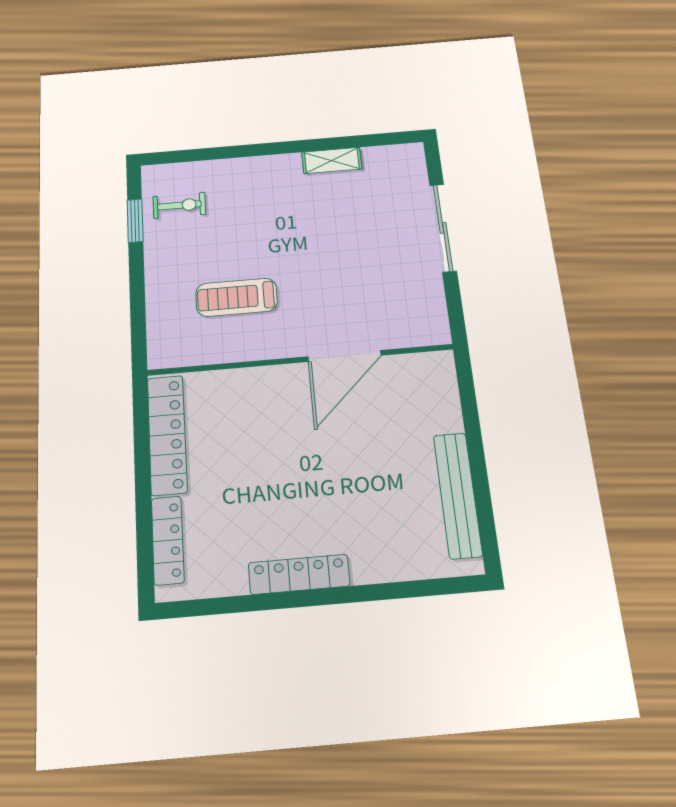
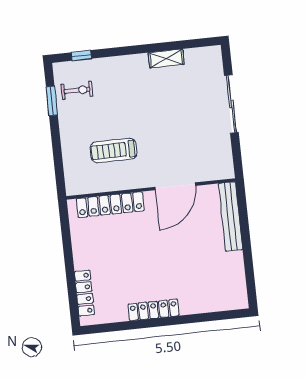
window: (190, 155) -> (81, 55), added
locker: (167, 435) -> (110, 205), moved, turned 90
bench: (458, 495) -> (231, 217), moved

